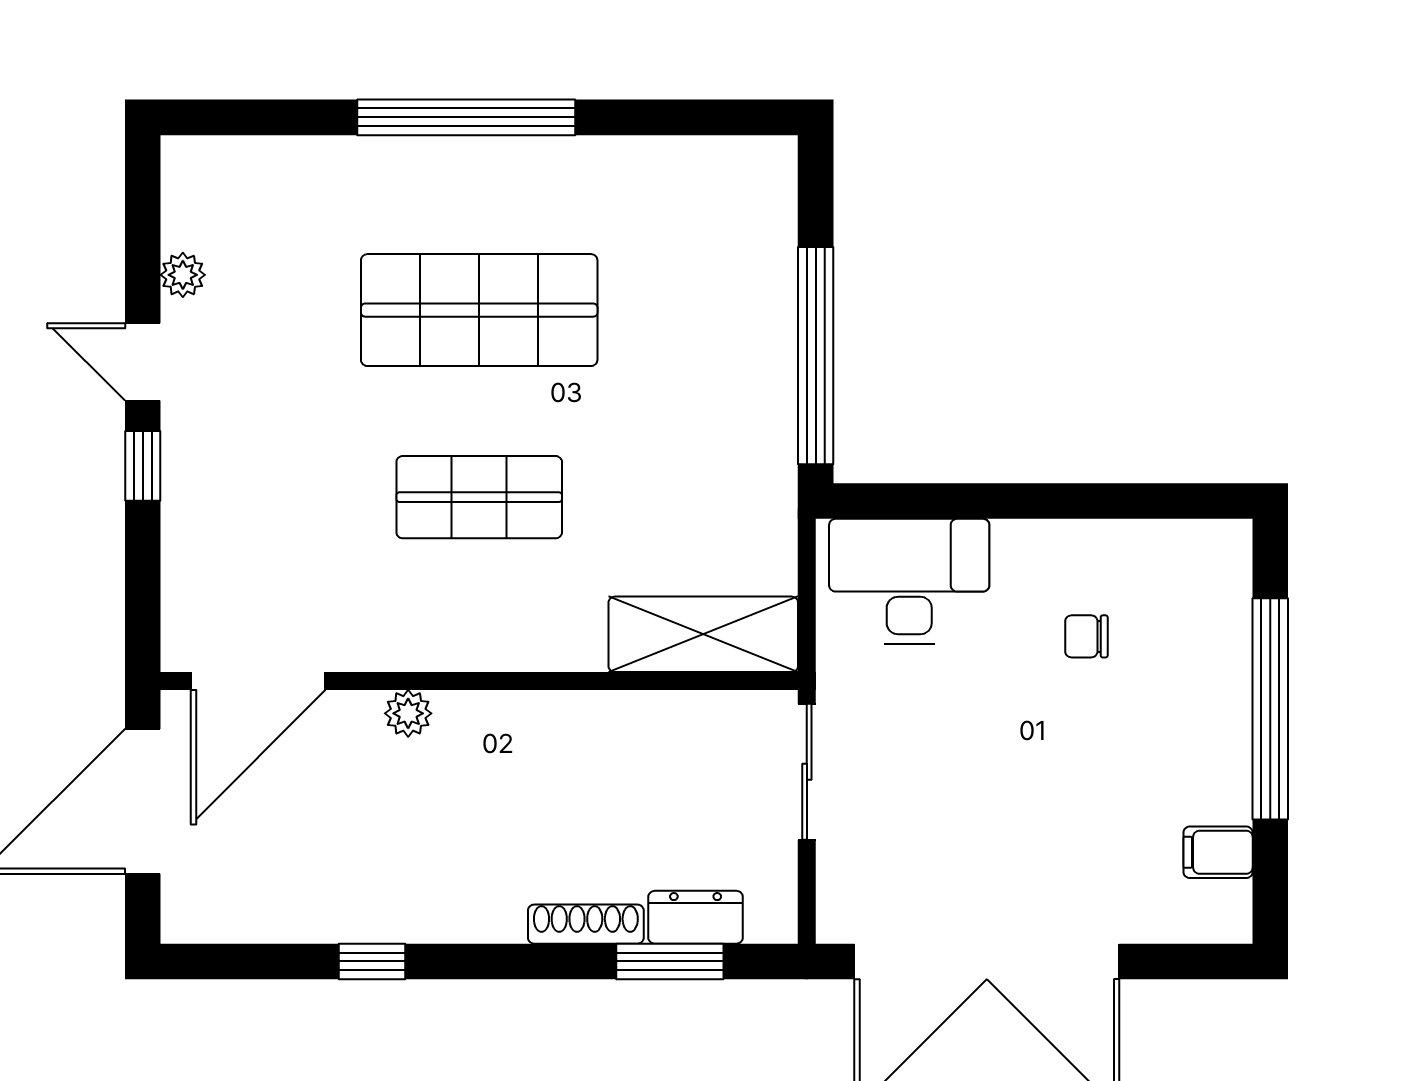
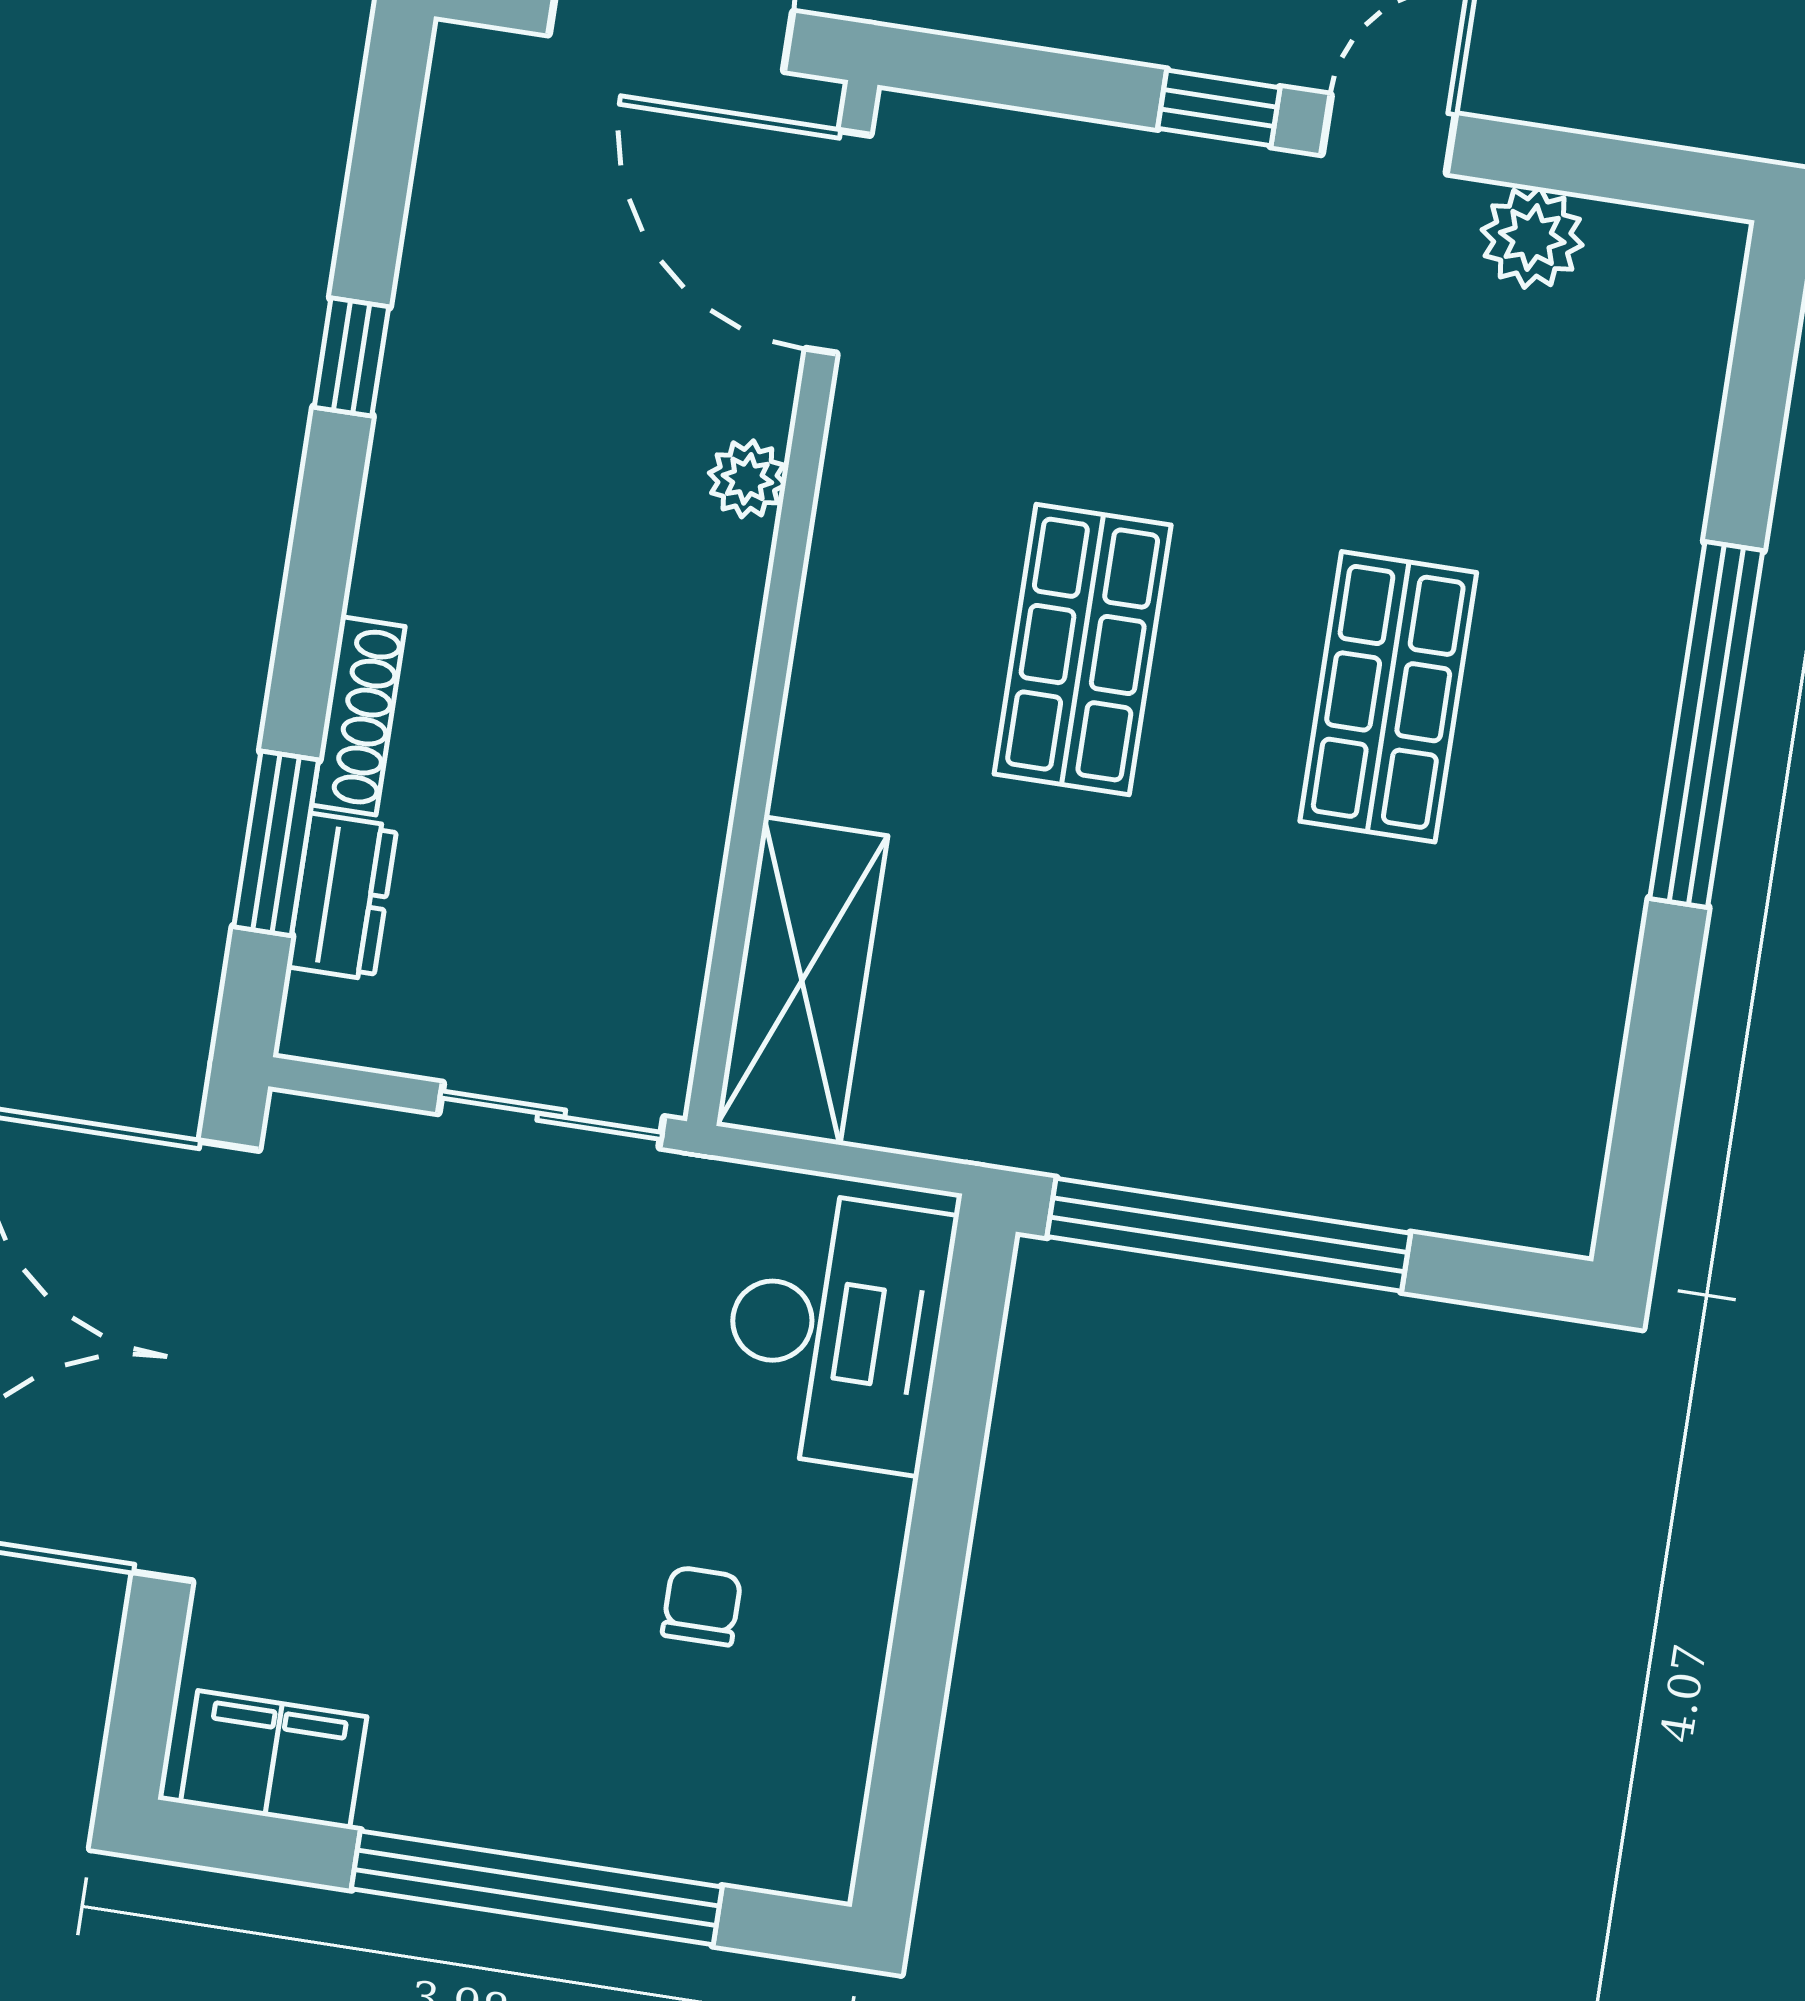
plant: (183, 275) -> (1532, 237), width x1.38, depth x1.38
shop shelf: (479, 310) -> (1388, 697), width x0.70, depth x0.74
filing cabinet: (1218, 852) -> (274, 1760), width x2.00

